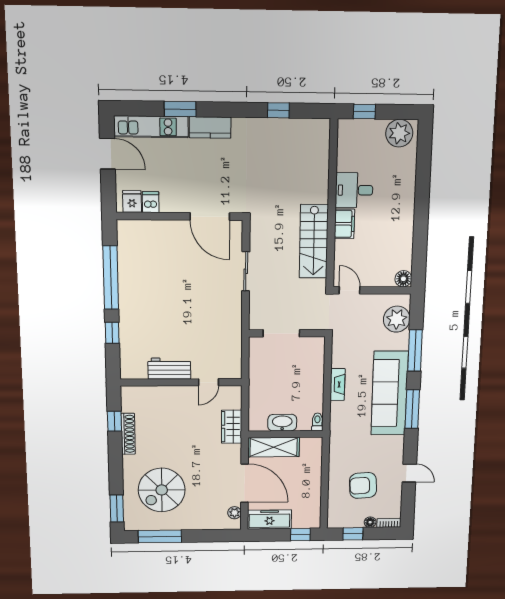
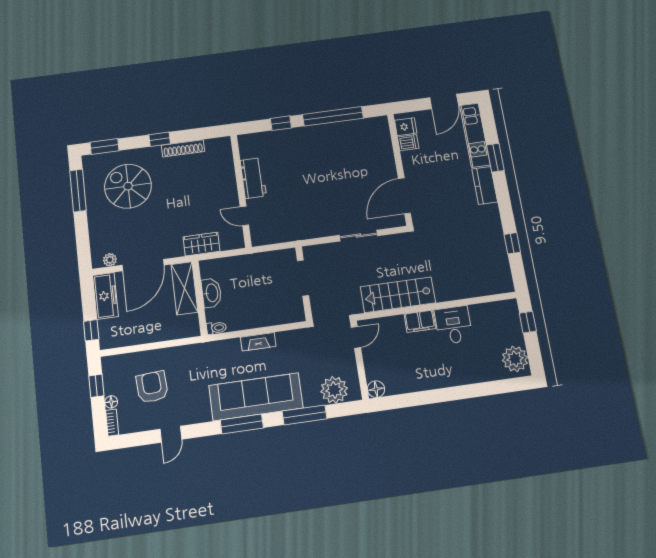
window: (114, 421) -> (160, 139), moved

